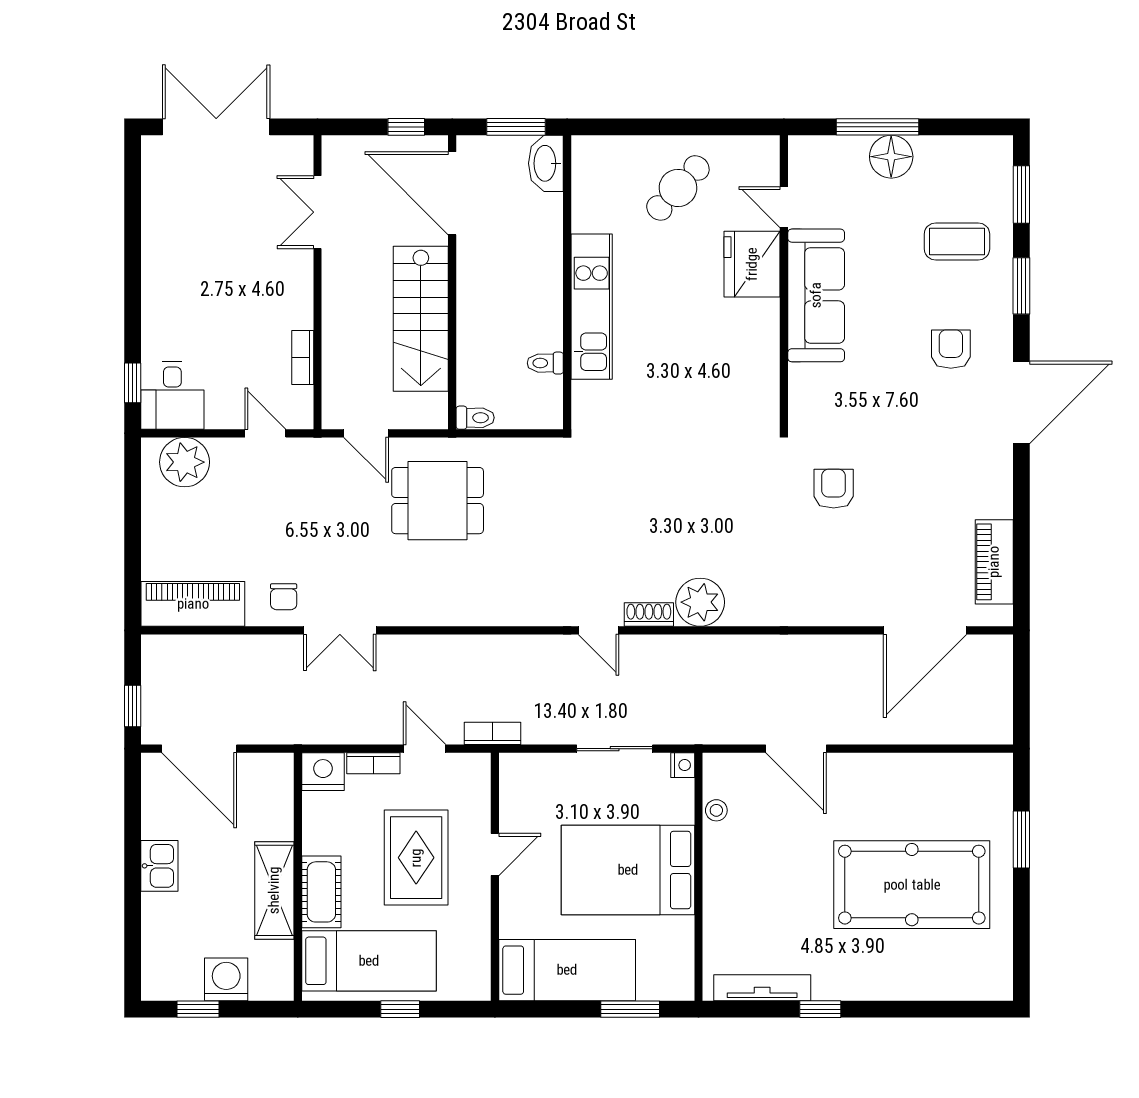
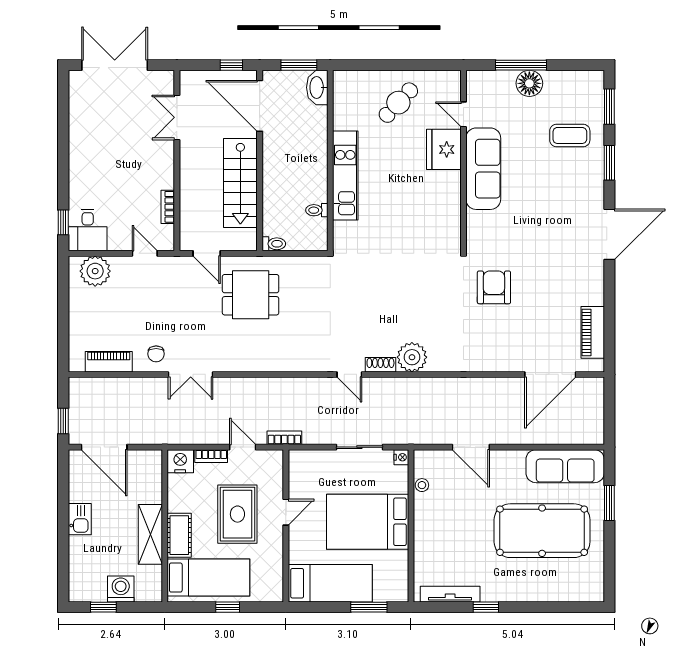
armchair: (951, 349) -> (566, 202), removed
armchair: (834, 489) -> (494, 287), width x1.38, depth x1.38
piano: (193, 604) -> (109, 362), width x0.73, depth x0.75
sofa: (949, 780) -> (565, 466), added

